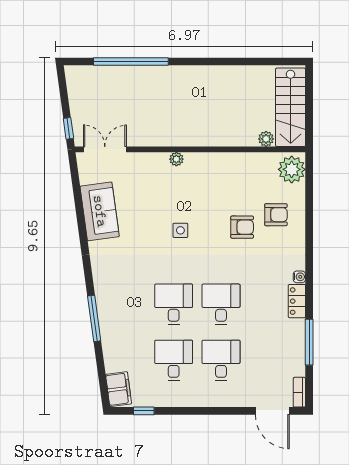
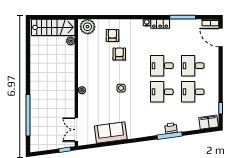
printer: (108, 321) -> (171, 128), added
door: (272, 411) -> (221, 37), swing flipped

